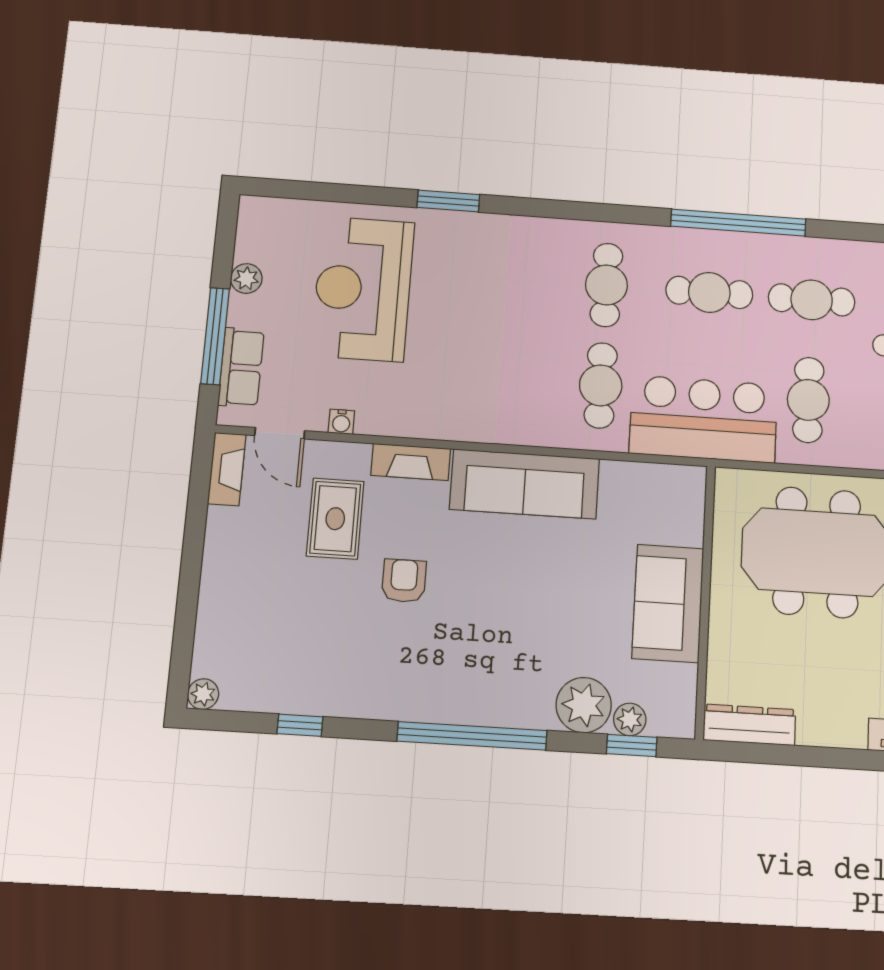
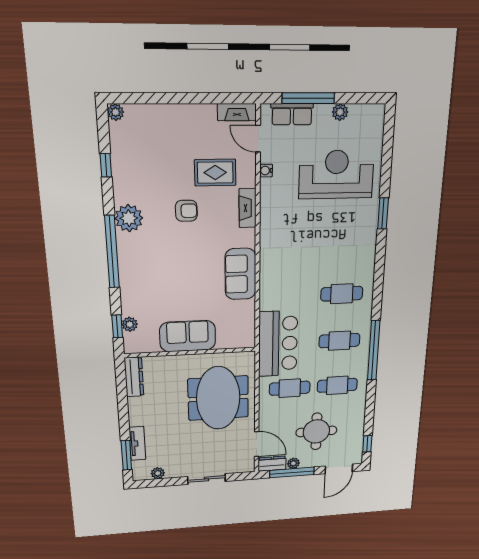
cafe table: (709, 292) -> (339, 341), turned 90
cafe table: (812, 300) -> (337, 385), turned 90
cafe table: (601, 385) -> (292, 296), removed
door: (280, 433) -> (258, 139), hinge flipped
sofa: (525, 484) -> (240, 274), width x0.73
plant: (584, 705) -> (129, 218), moved

